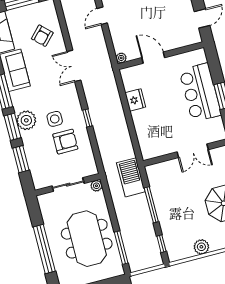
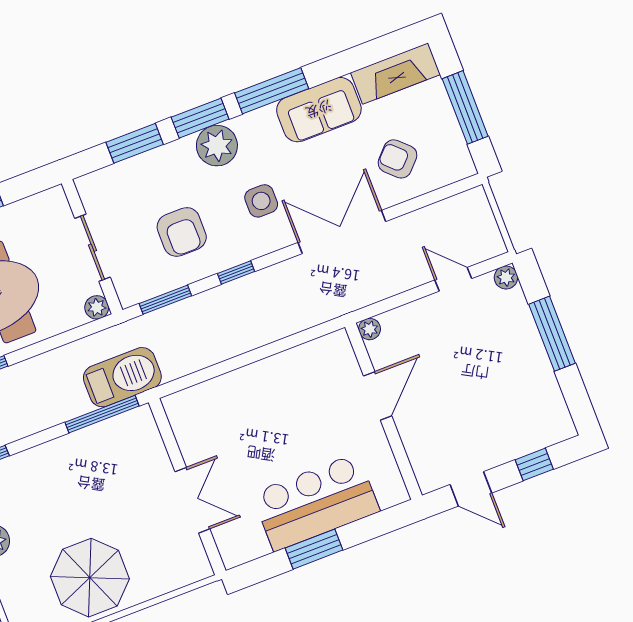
double door: (74, 66) -> (342, 232), width x1.37
fridge: (135, 100) -> (285, 368), removed
side table: (55, 119) -> (261, 201), moved
double door: (193, 151) -> (192, 500), swing flipped
window: (96, 153) -> (165, 300), added
window: (151, 205) -> (102, 414), moved

